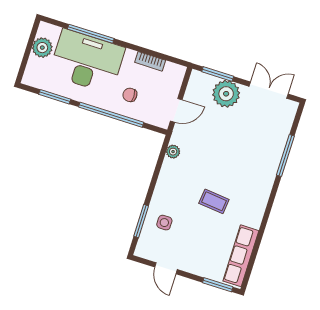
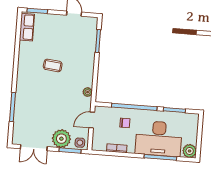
plant: (42, 48) -> (190, 151), moved
side table: (164, 223) -> (80, 143), moved
row of seats: (241, 256) -> (27, 27), width x0.68

